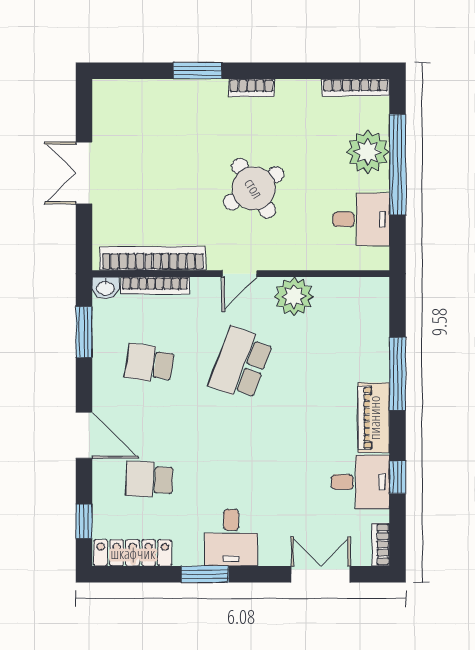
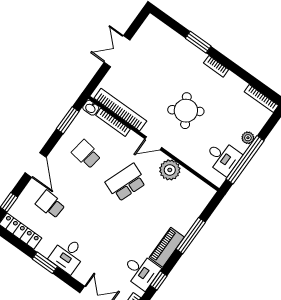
plant: (368, 152) -> (248, 138), width x0.53, depth x0.53
window: (398, 165) -> (245, 160), moved

